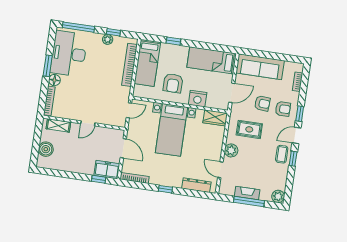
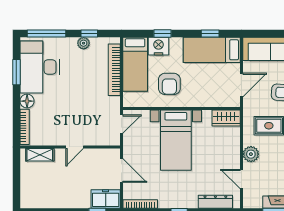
window: (212, 47) -> (210, 33), added
window: (48, 66) -> (16, 72), moved
nightstand: (198, 99) -> (159, 46), moved, turned 180
boiler: (46, 149) -> (29, 185), removed

